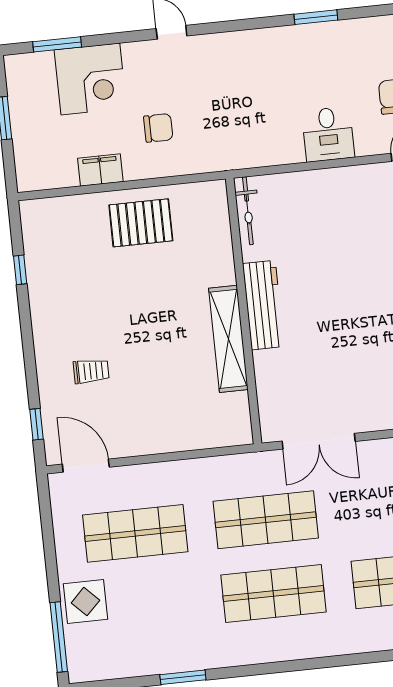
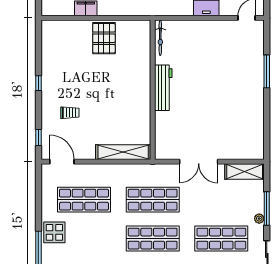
pallet: (141, 223) -> (104, 38), turned 90
window: (20, 270) -> (38, 83), moved
shelving: (228, 339) -> (123, 152), moved, turned 90
double door: (319, 441) -> (199, 162), moved

